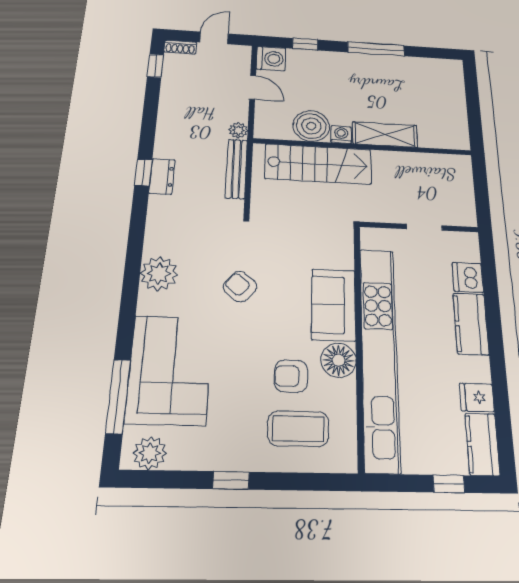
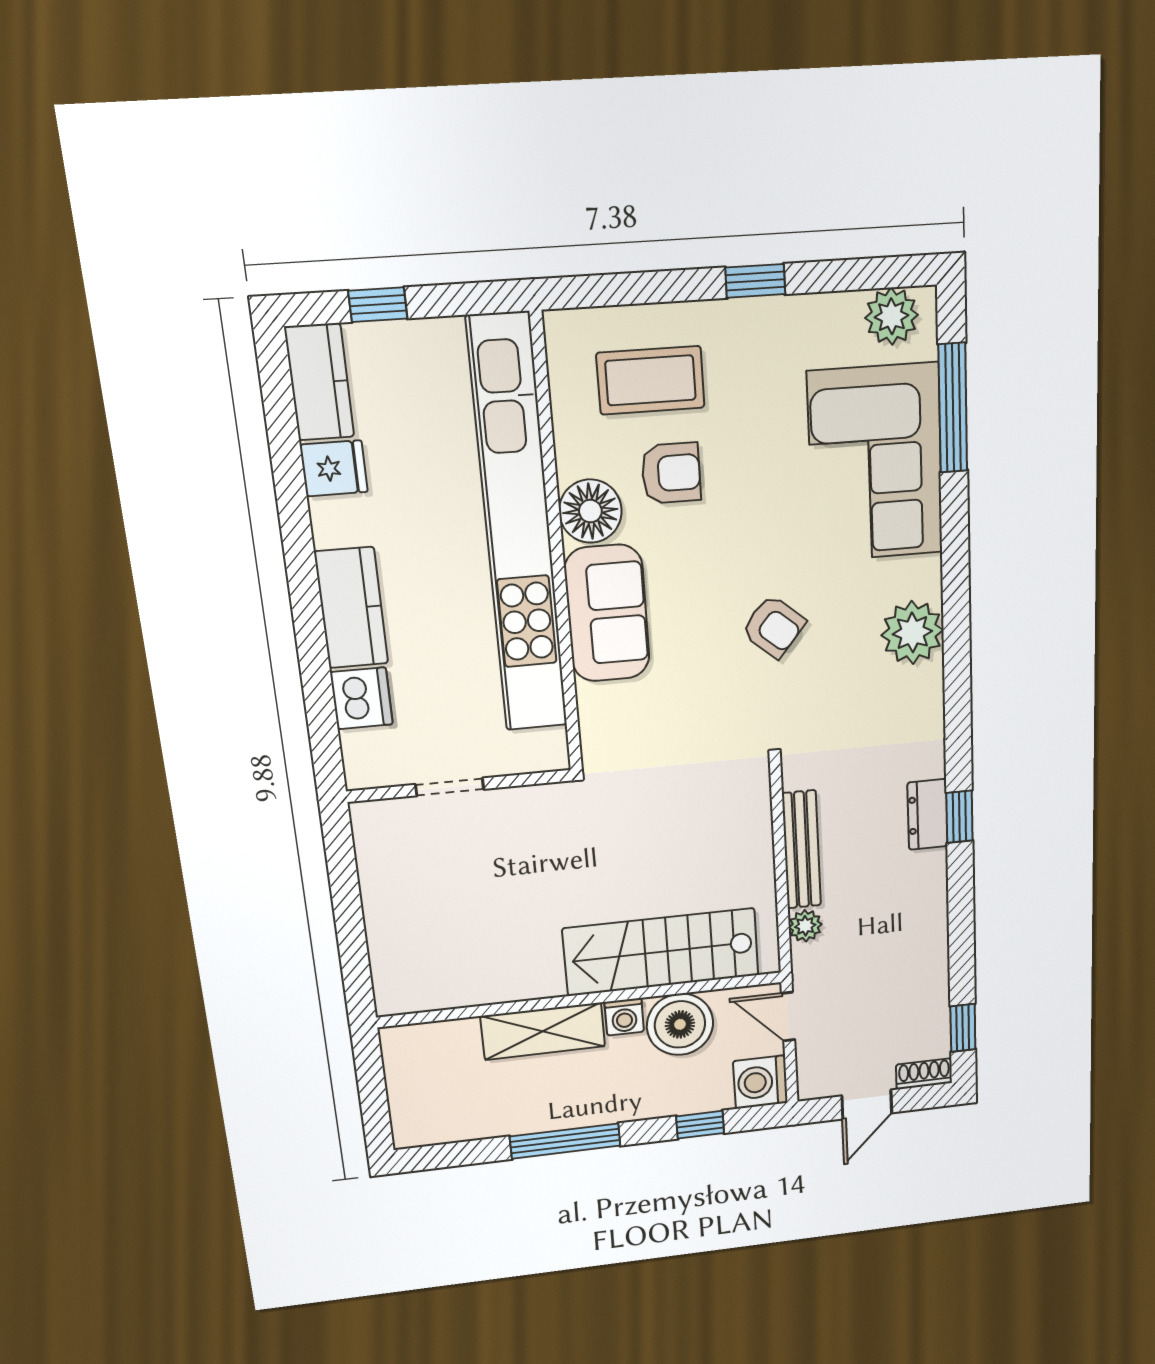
boiler: (311, 126) -> (680, 1024), moved
washing machine: (341, 135) -> (624, 1017), moved
shelving: (385, 135) -> (543, 1031), moved
wall: (363, 147) -> (582, 1000), moved
stairs: (318, 164) -> (661, 952), moved

